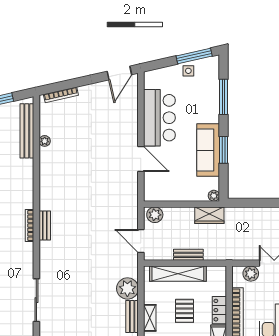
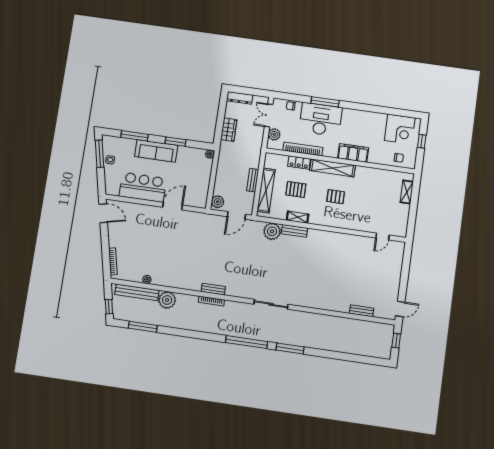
sofa: (208, 150) -> (156, 151), moved
plant: (23, 170) -> (167, 300), added
wardrobe: (209, 215) -> (229, 130), moved

